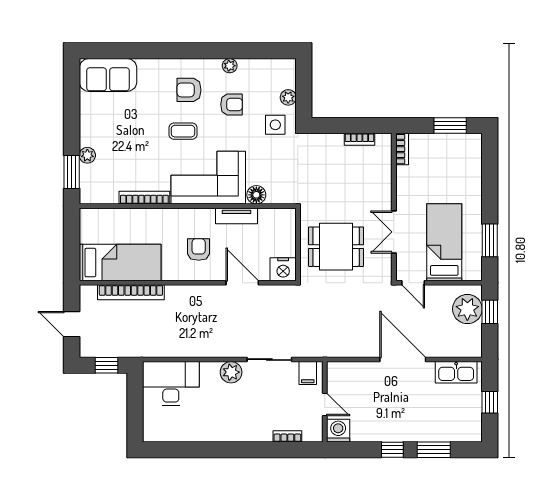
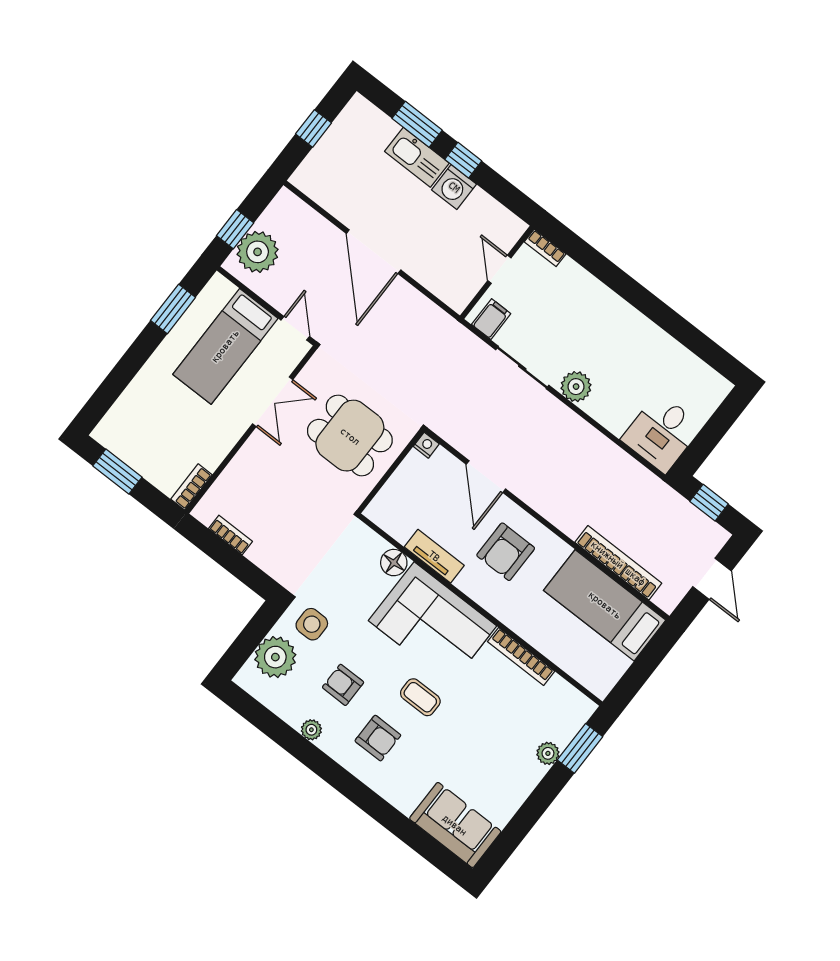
plant: (288, 97) -> (275, 657), width x1.88, depth x1.88
armchair: (199, 249) -> (506, 552), width x1.38, depth x1.38
nightstand: (283, 269) -> (426, 445), width x0.53, depth x0.56
kitchen sink: (456, 372) -> (417, 157), moved, turned 180
desk: (171, 384) -> (662, 433), width x0.73
washing machine: (338, 431) -> (454, 187), moved
bookcase: (287, 436) -> (545, 248), moved

